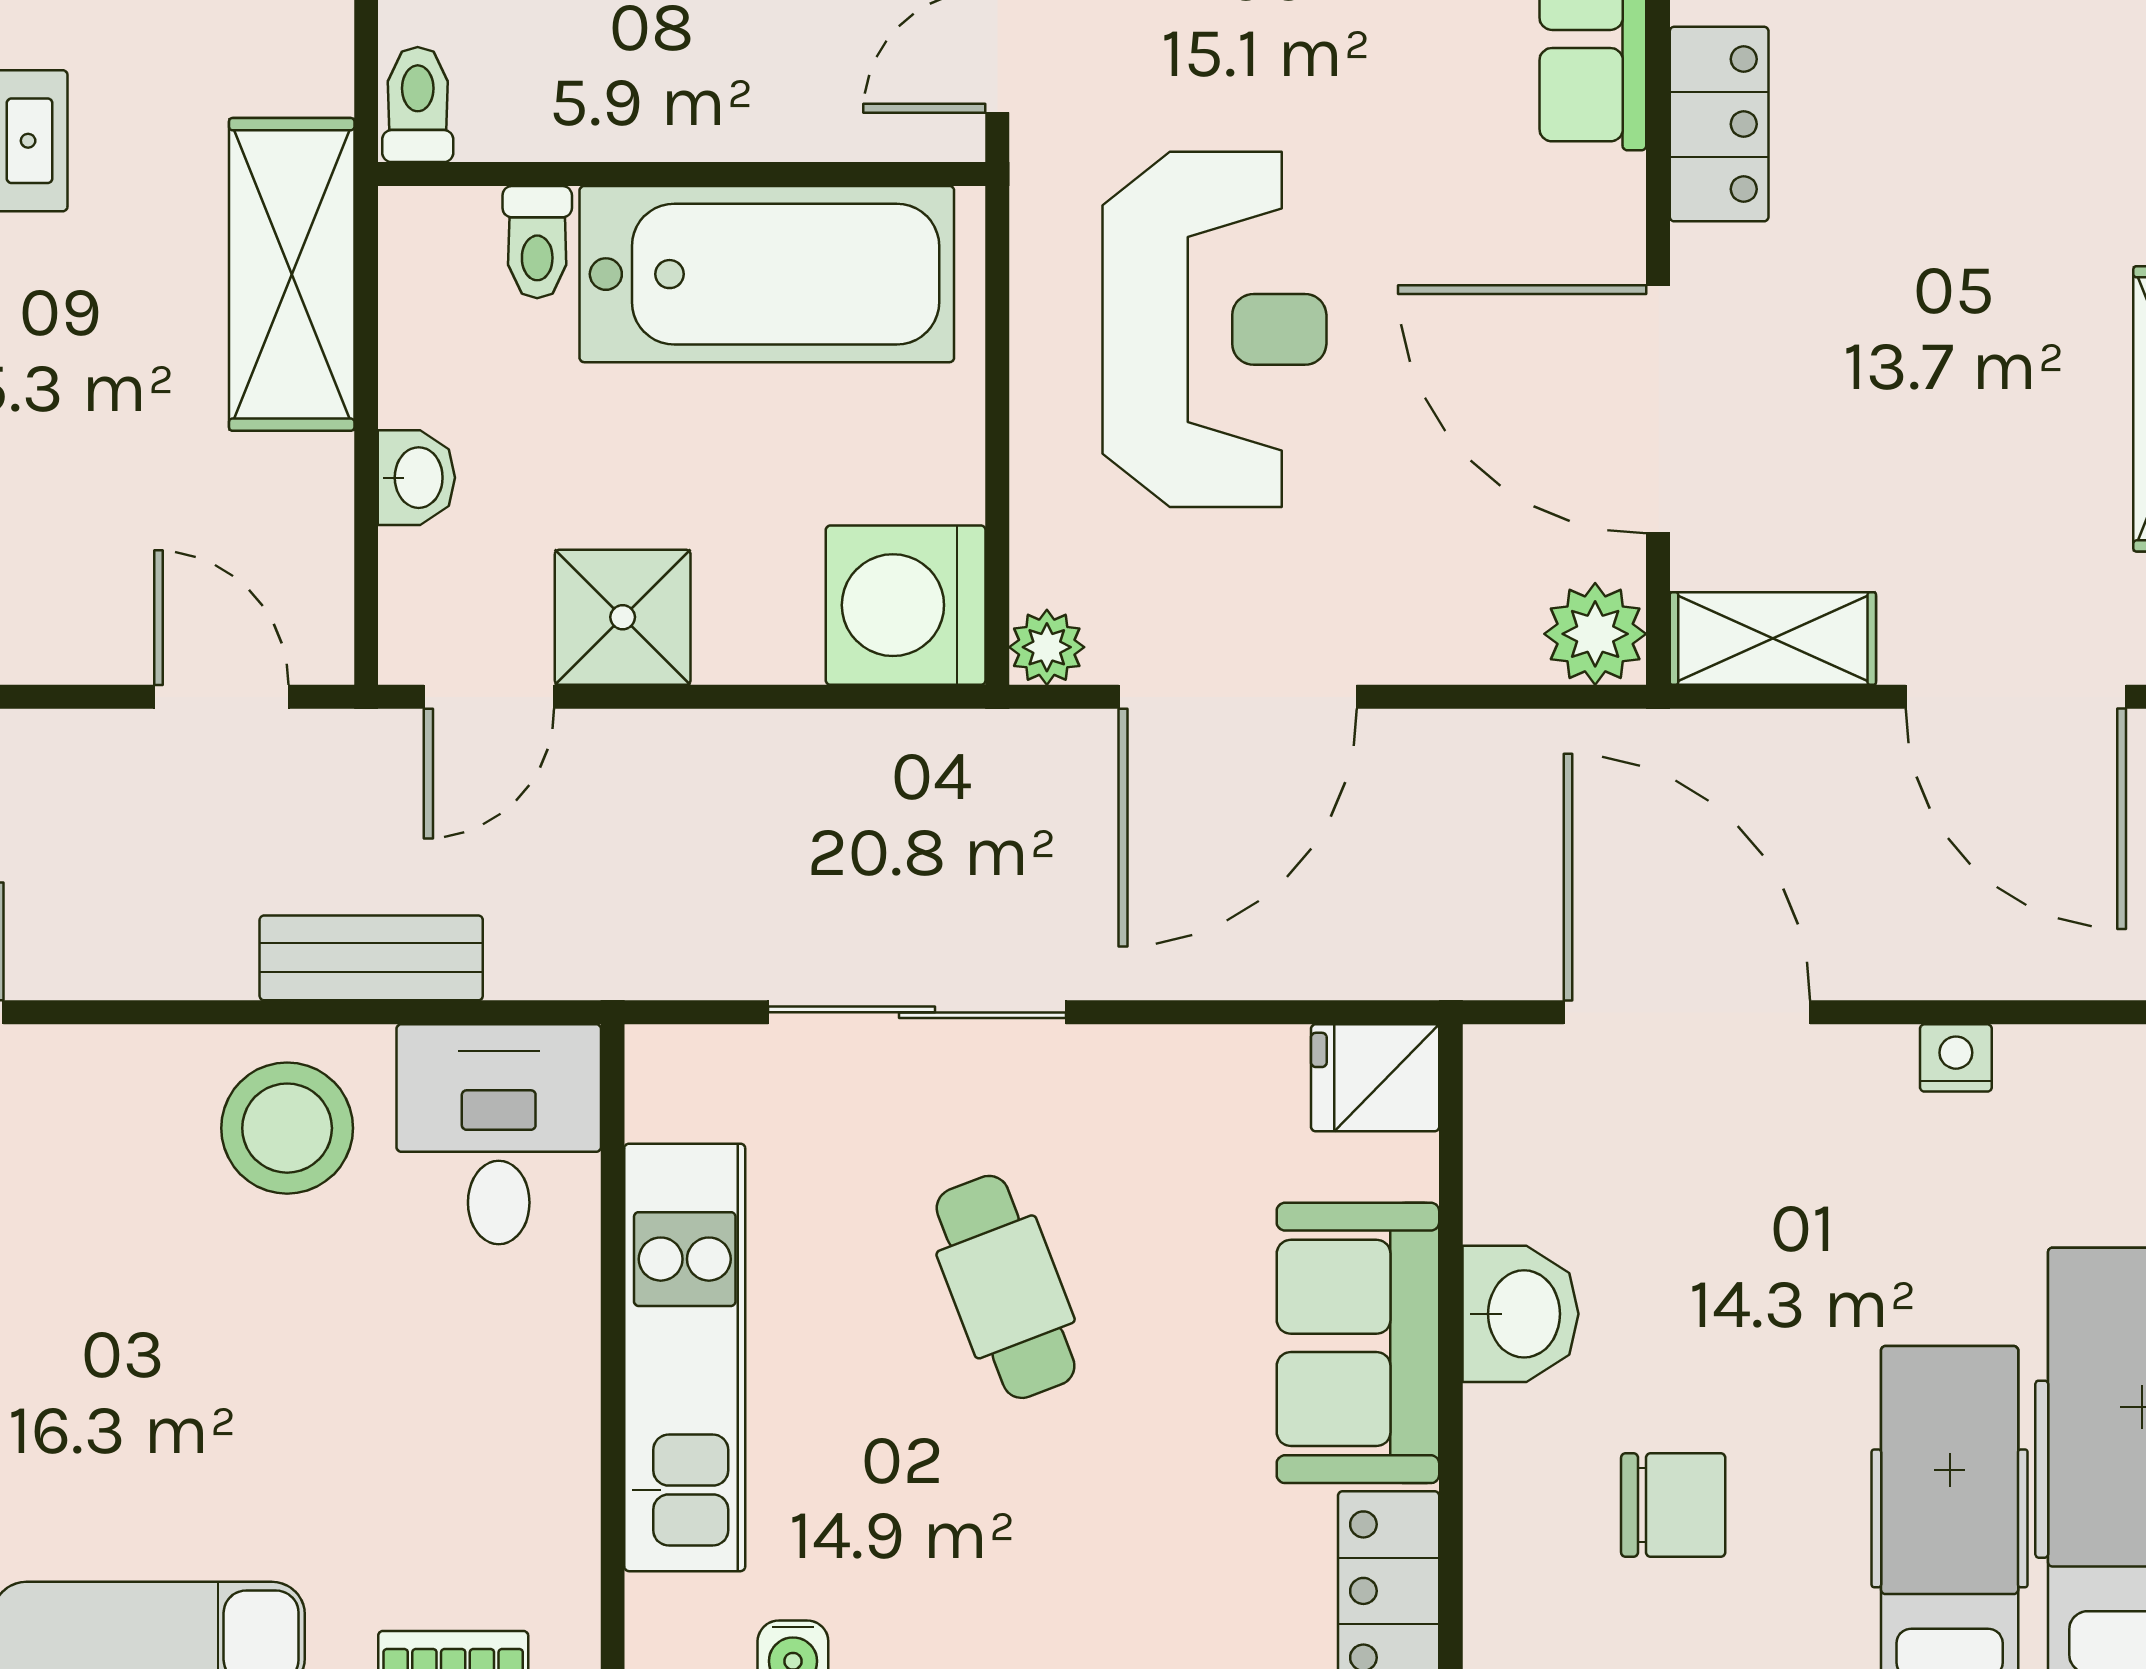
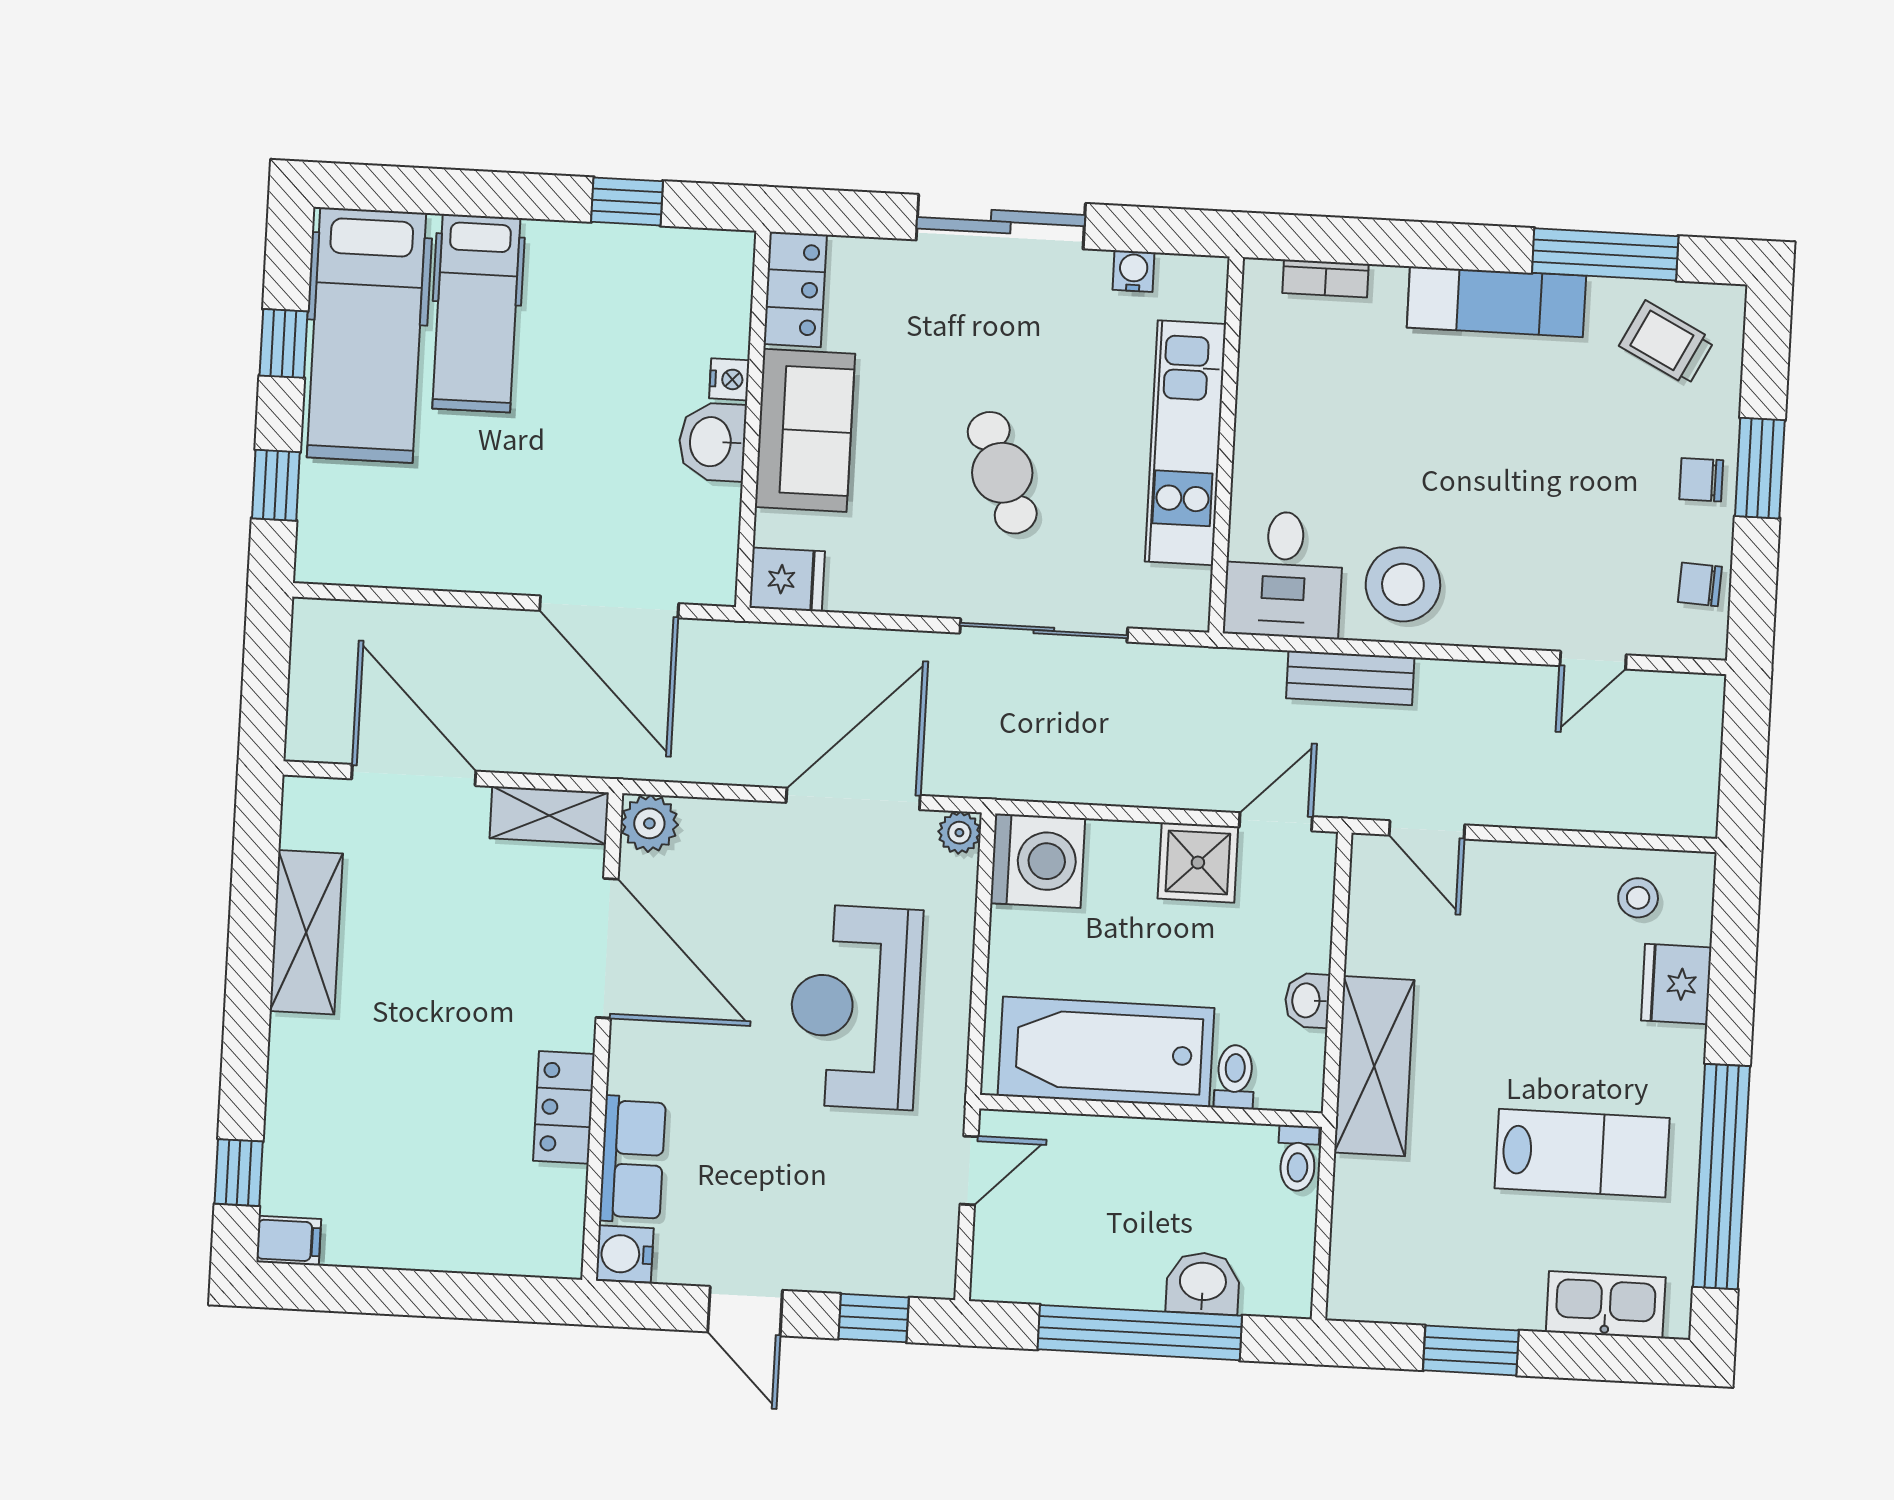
washbasin: (416, 478) -> (1307, 1000), moved
nightstand: (1956, 1058) -> (729, 379), moved, turned -90
chair: (1673, 1505) -> (632, 329), removed

